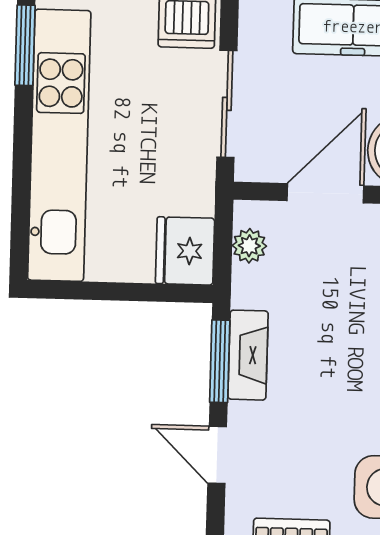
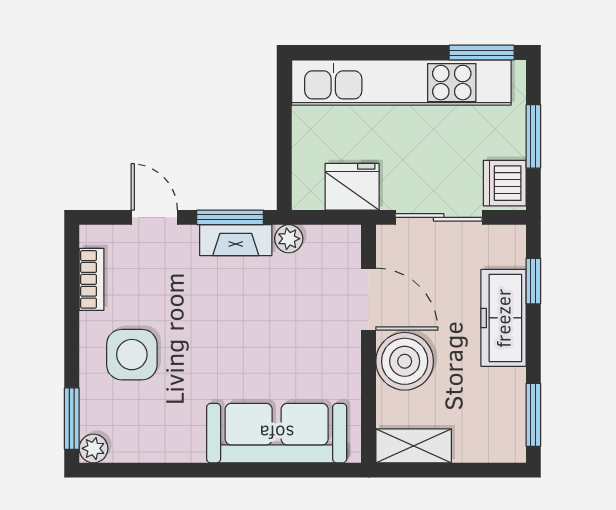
plant: (249, 246) -> (289, 239), moved
fridge: (185, 251) -> (352, 187), moved
door: (217, 455) -> (154, 217), hinge flipped

